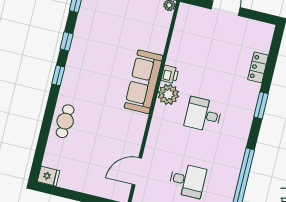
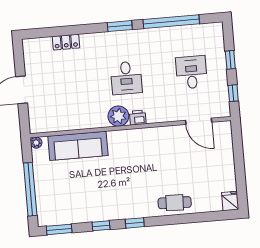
printer: (170, 74) -> (138, 118), moved
sofa: (144, 82) -> (78, 146), moved
window: (261, 105) -> (120, 26), moved

